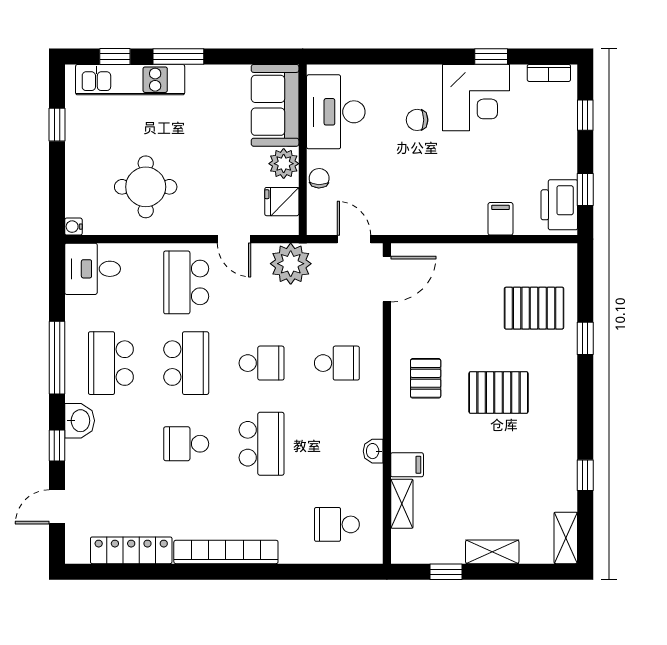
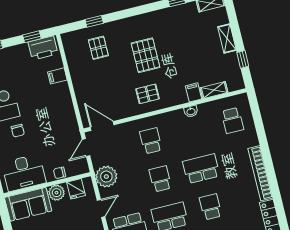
pallet: (534, 308) -> (98, 48), width x0.67, depth x0.71
window: (585, 338) -> (94, 21), moved
school desk: (186, 444) -> (211, 207), turned 180

